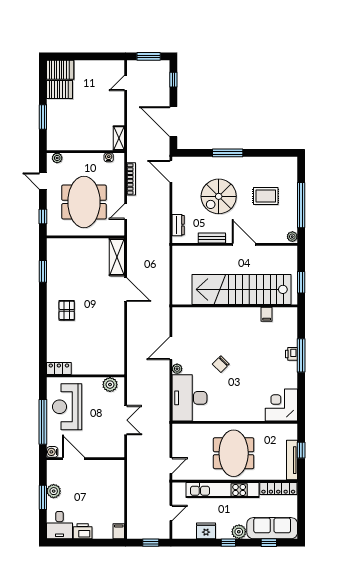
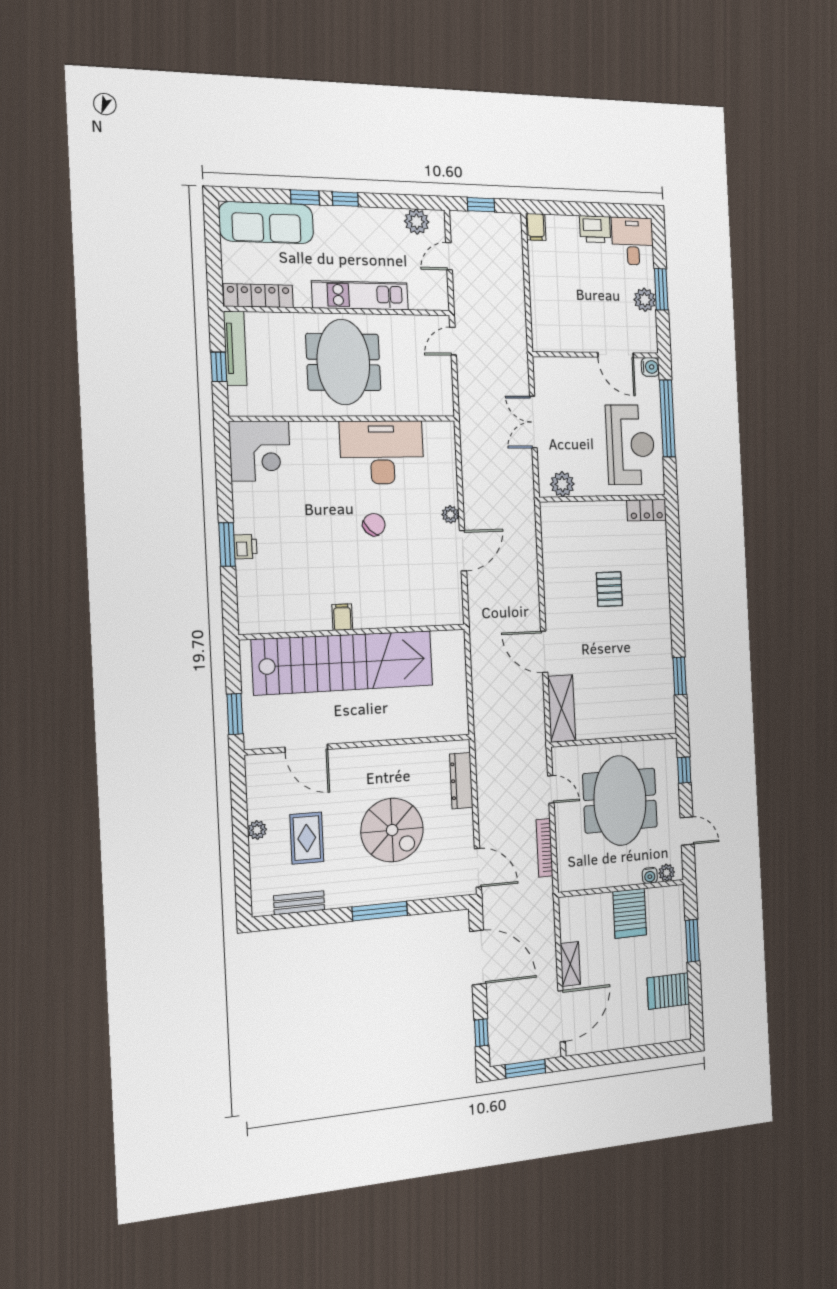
server rack: (60, 70) -> (630, 913), moved, turned -90
door: (126, 83) -> (562, 1016), width x1.87
shelving: (119, 138) -> (570, 964), moved
water cooler: (109, 157) -> (650, 875), moved
spiral stairs: (219, 196) -> (392, 830), turned 90
rug: (266, 196) -> (307, 838), turned 90
window: (301, 205) -> (240, 827), removed
door: (126, 212) -> (551, 789), hinge flipped
dresser: (178, 225) -> (461, 781), width x1.44
plant: (292, 237) -> (257, 830), moved
bench: (212, 238) -> (299, 903), moved
door: (244, 244) -> (306, 748), moved
window: (301, 282) -> (235, 714), moved
pallet: (67, 310) -> (609, 589), moved
filing cabinet: (267, 314) -> (342, 617), moved
window: (301, 355) -> (227, 545), width x0.69
desk: (189, 398) -> (382, 452), moved, turned -90
kitchen unit: (222, 490) -> (360, 295), width x0.73
fridge: (206, 531) -> (386, 222), removed
plant: (239, 532) -> (417, 222), moved
window: (269, 543) -> (305, 197), moved

